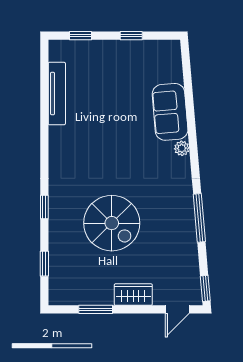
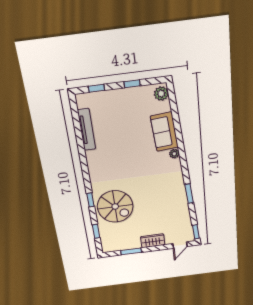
plant: (171, 55) -> (161, 94), added
window: (199, 218) -> (189, 194), width x0.69
spiral stairs: (112, 223) -> (115, 207), moved

